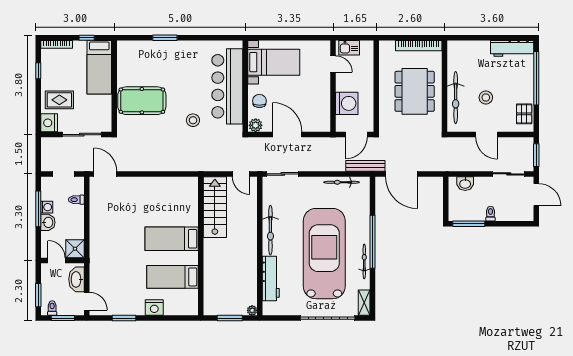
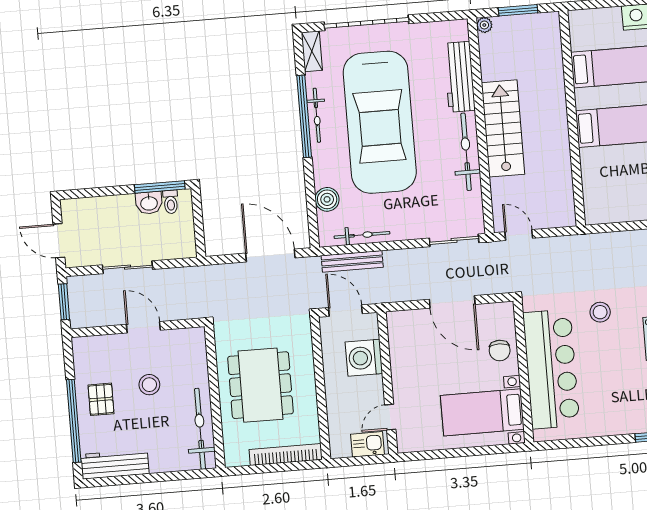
bookcase: (419, 46) -> (286, 454), moved
door: (333, 64) -> (390, 417), hinge flipped
bicycle: (456, 98) -> (200, 429), moved
pallet: (524, 114) -> (101, 399), moved
plant: (256, 125) -> (503, 312), removed
door: (356, 135) -> (345, 311), hinge flipped
bench: (365, 166) -> (352, 261), moved
sliding door: (509, 174) -> (127, 267), moved
washbasin: (465, 184) -> (149, 203), moved, turned 180
stairs: (215, 207) -> (503, 128), moved, turned 180
boiler: (362, 207) -> (327, 199), added
toilet: (490, 214) -> (171, 202), moved
window: (372, 242) -> (304, 116), moved

